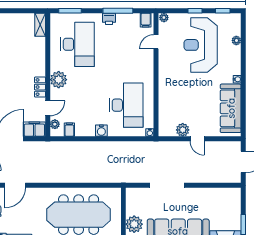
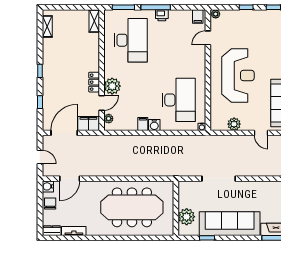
window: (118, 11) -> (156, 7), moved
reception desk: (201, 45) -> (238, 76), moved, turned 180
plant: (59, 80) -> (112, 86), moved
filing cabinet: (69, 130) -> (143, 124), moved
door: (197, 139) -> (261, 133), moved

